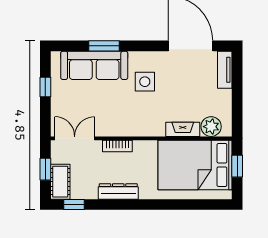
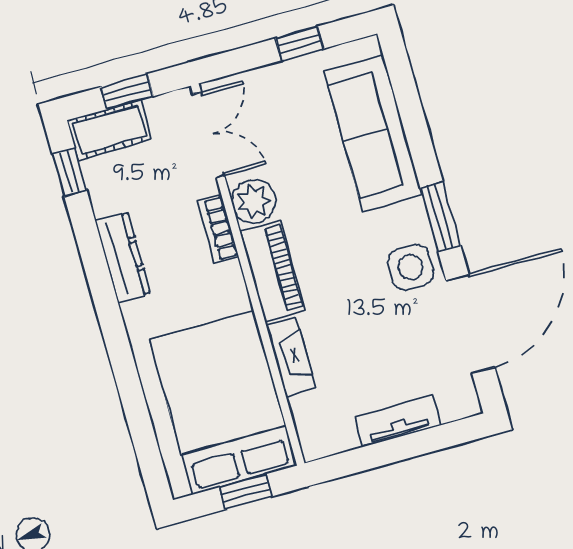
window: (104, 46) -> (440, 217), moved
tv unit: (225, 70) -> (398, 421), moved
side table: (145, 82) -> (411, 267), moved
piano: (143, 127) -> (273, 271), added
plant: (211, 127) -> (254, 201), moved

